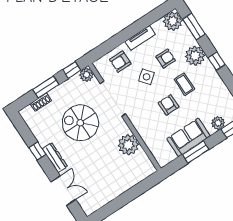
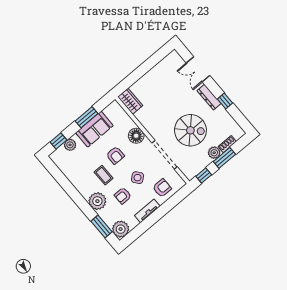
window: (217, 61) -> (78, 199), removed
plant: (86, 75) -> (214, 153), moved
floor lamp: (142, 124) -> (136, 136), added
plant: (128, 145) -> (146, 116), removed
wardrobe: (144, 164) -> (130, 101), added

